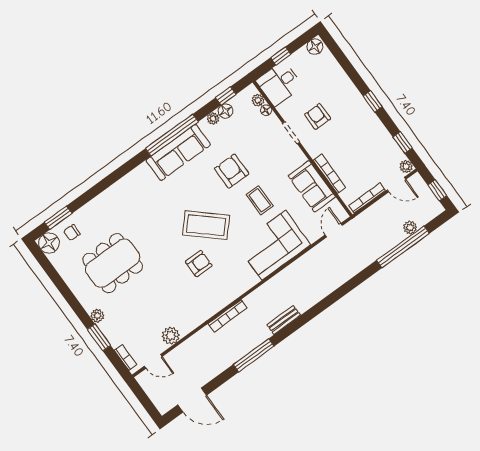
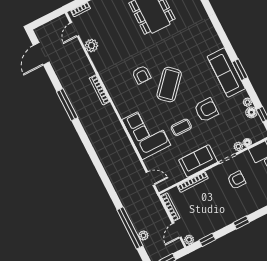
plant: (258, 100) -> (238, 146), moved
window: (172, 135) -> (240, 70), width x0.47
sofa: (312, 186) -> (198, 161), moved
bench: (284, 320) -> (90, 131), removed

